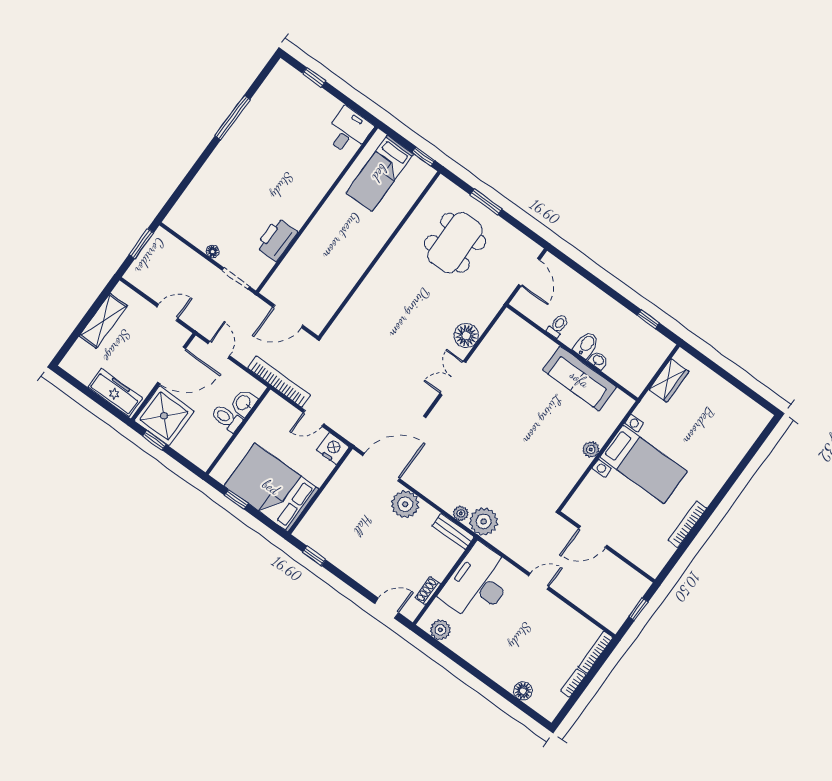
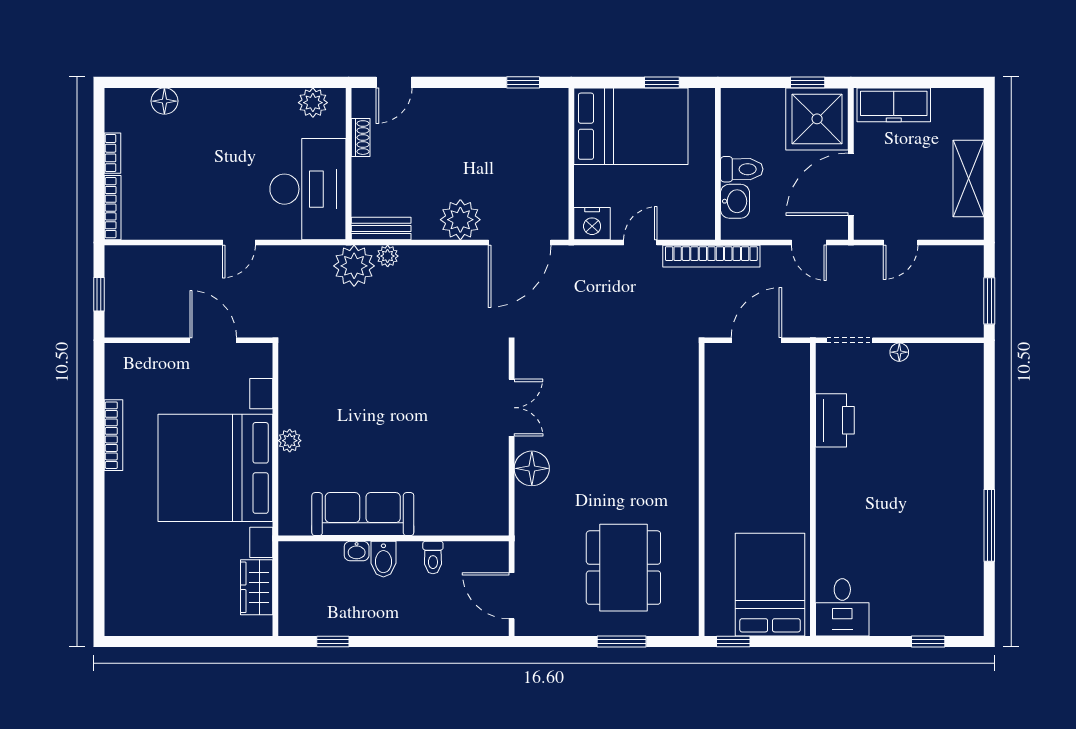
bed: (380, 173) -> (770, 585), width x1.50
bed with nightstands: (644, 464) -> (215, 468), width x1.85
door: (593, 537) -> (213, 340), hinge flipped

